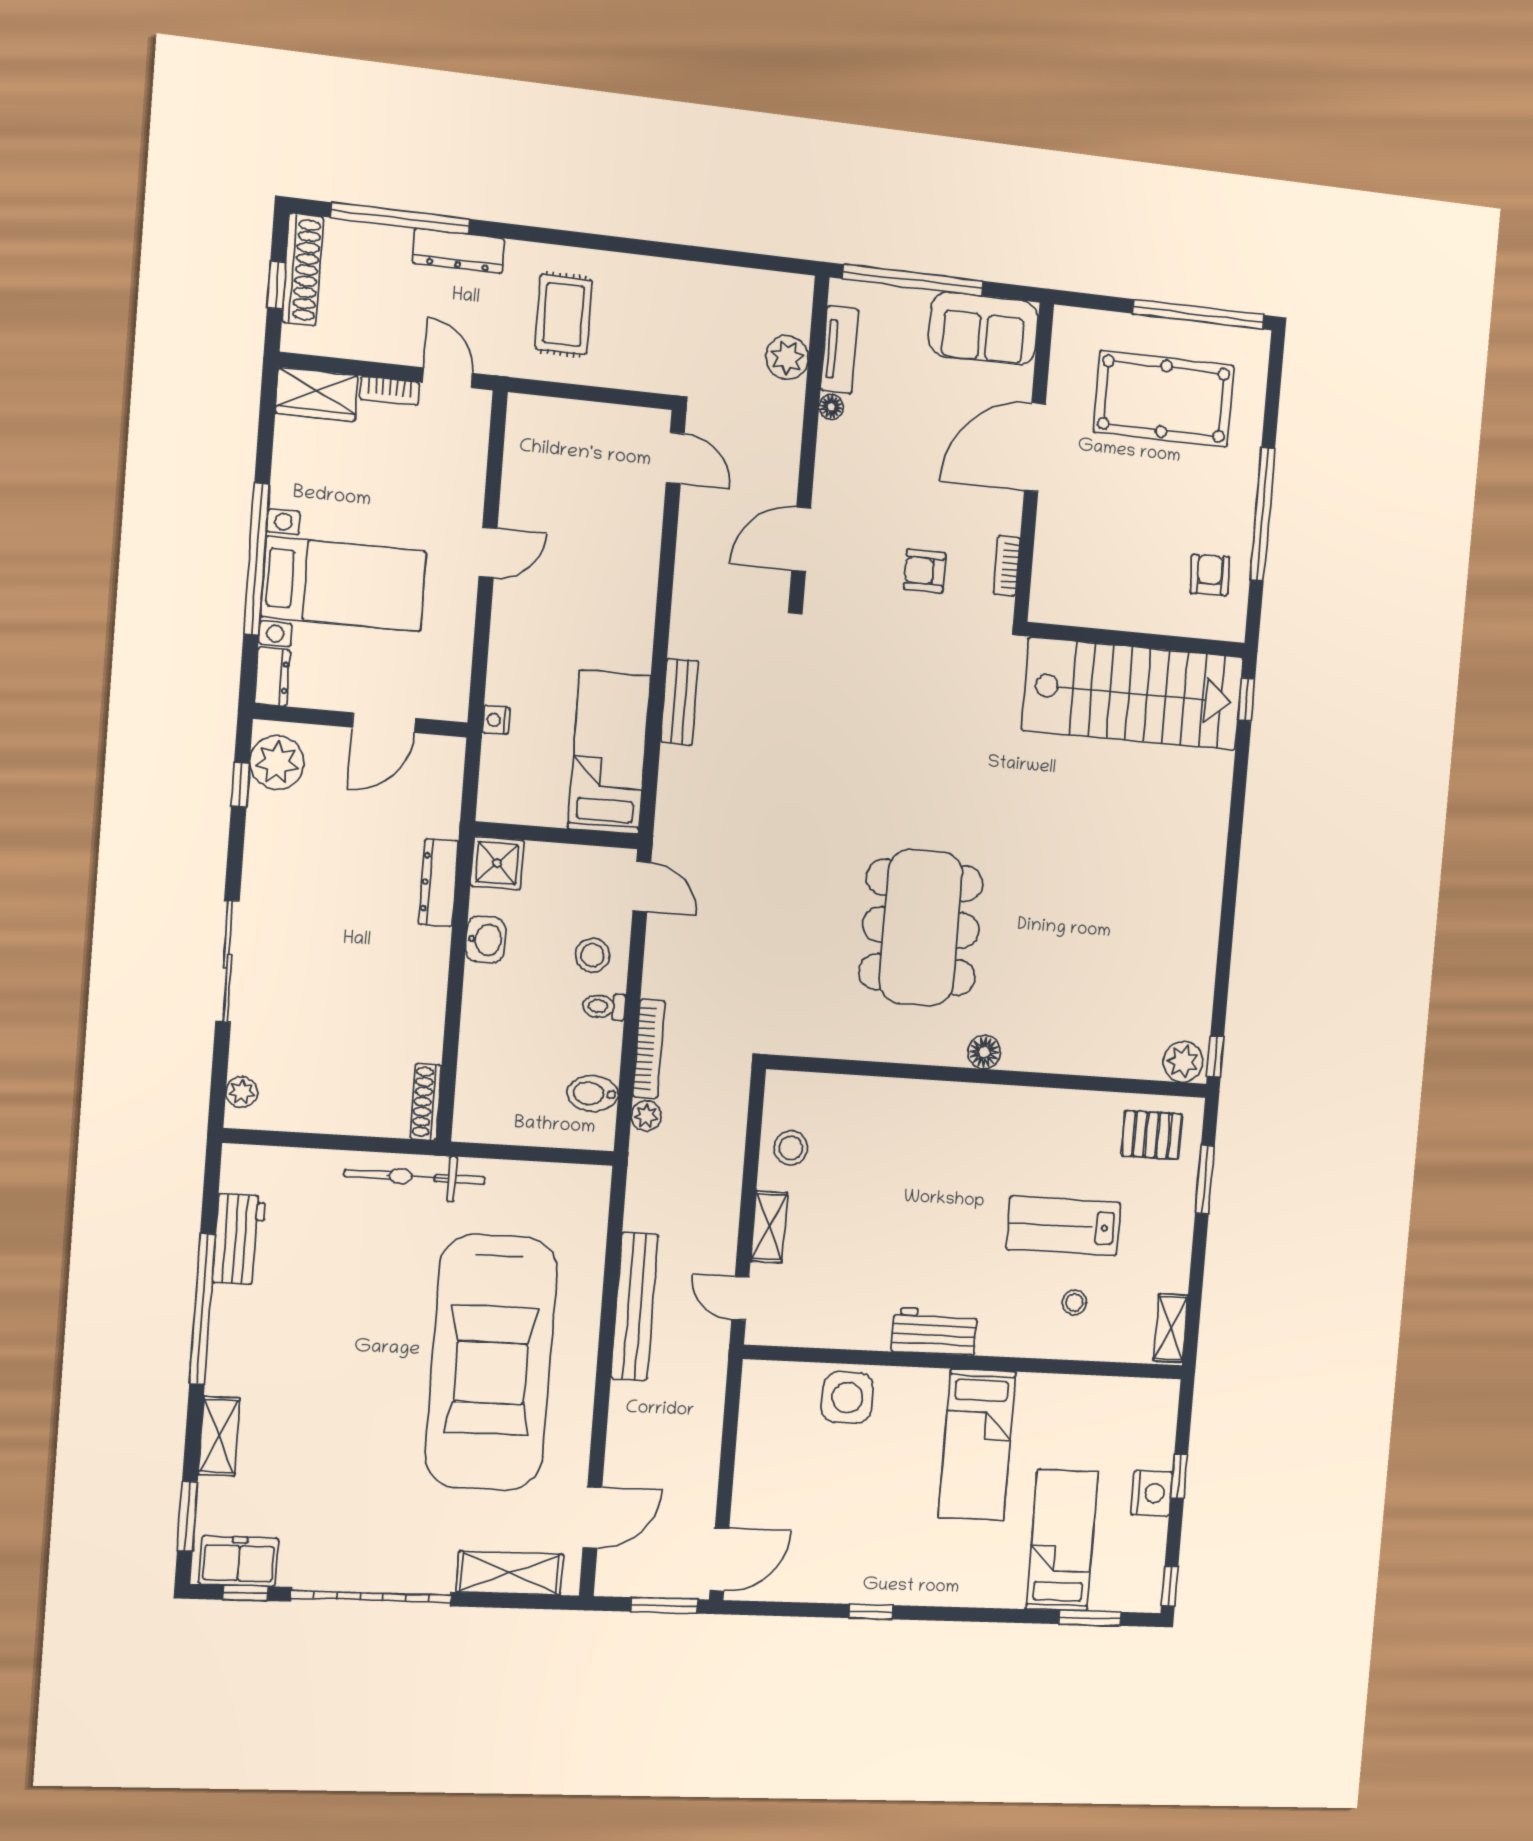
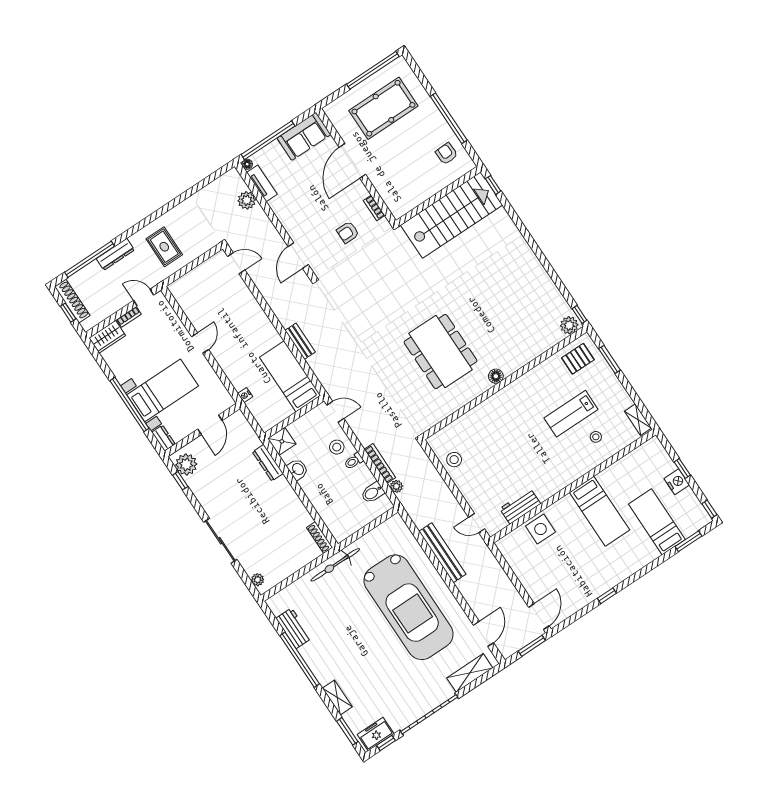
floor lamp: (831, 407) -> (247, 164), moved
shelving: (769, 1227) -> (468, 492), removed
workbench: (934, 1331) -> (520, 506), moved

